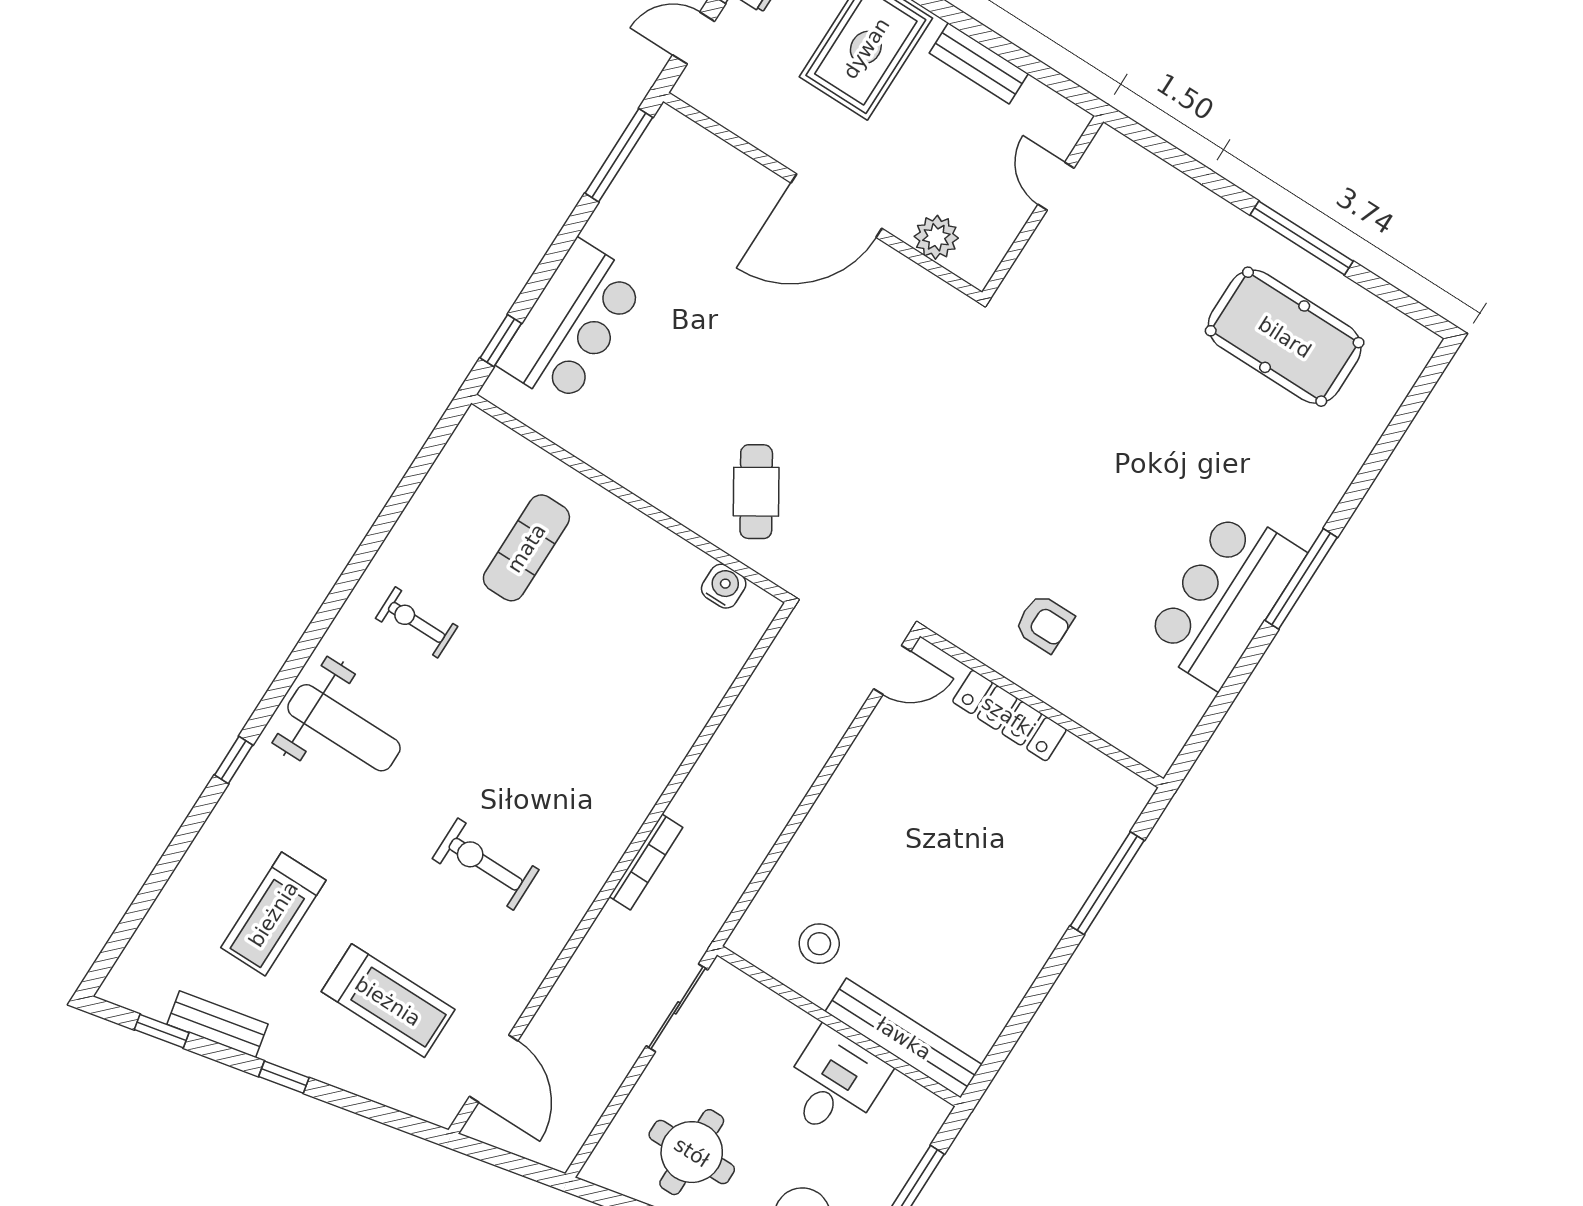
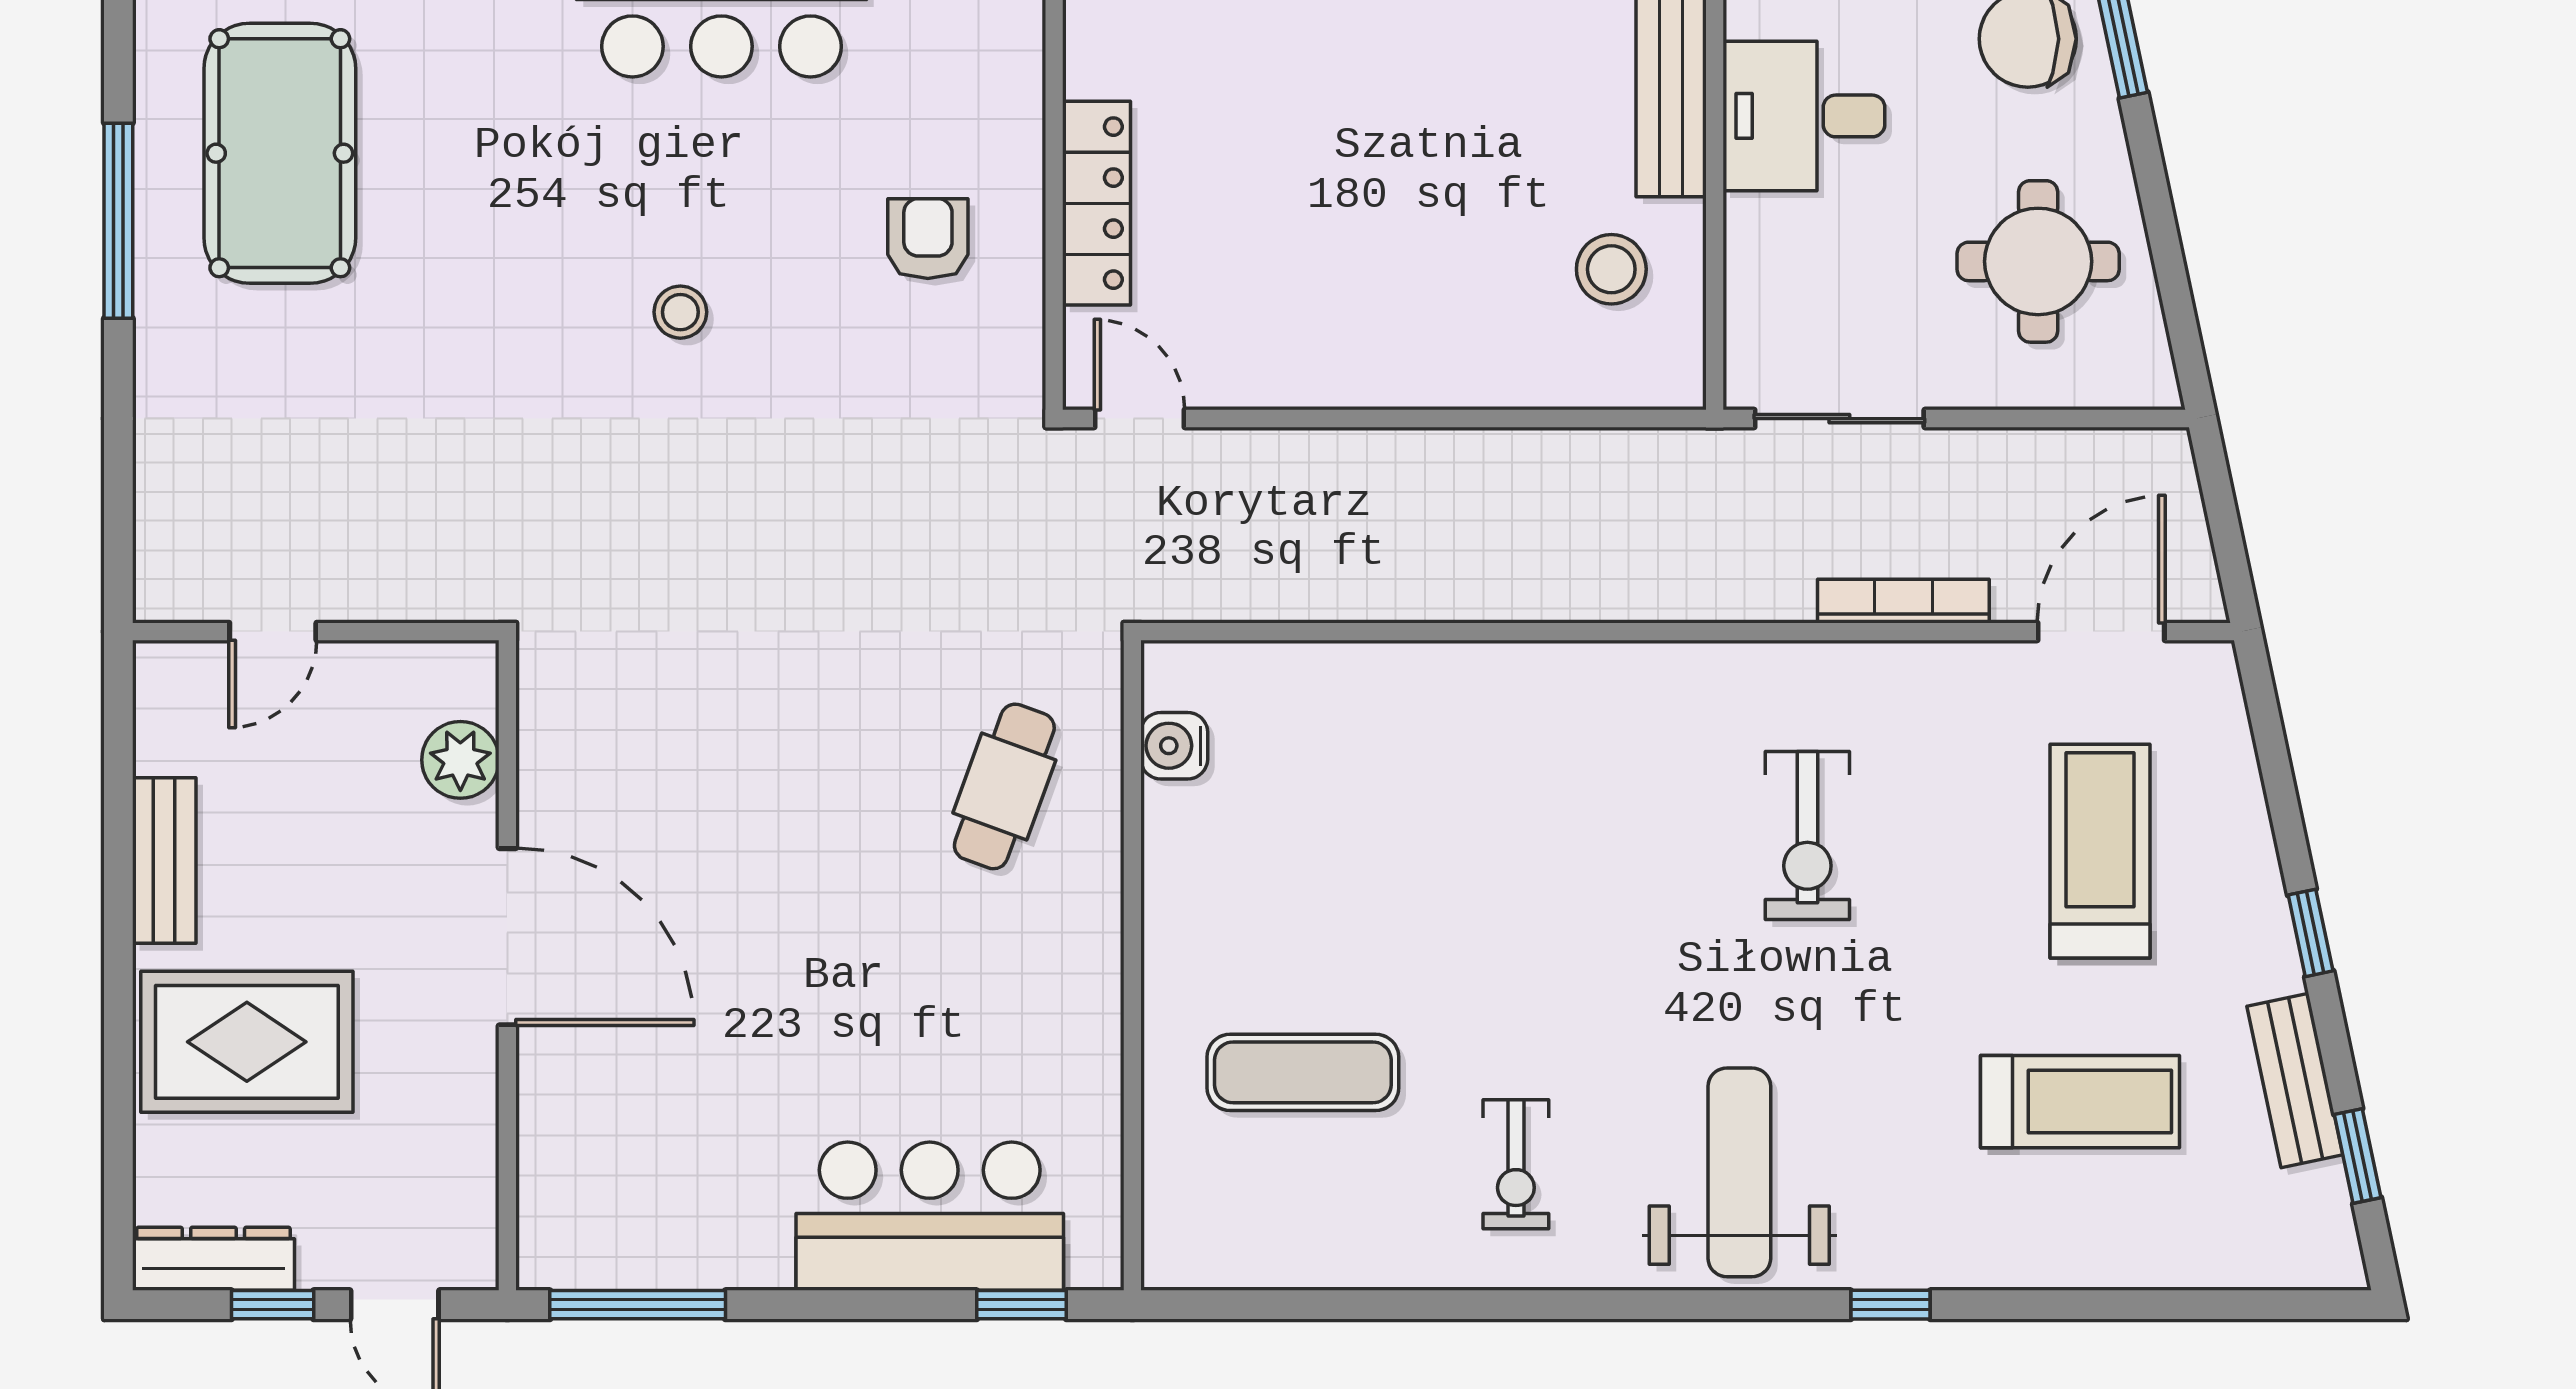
stool: (1085, 481) -> (680, 312), added
cafe table: (756, 492) -> (1004, 786), turned -38
bookcase: (646, 862) -> (1903, 601), moved

